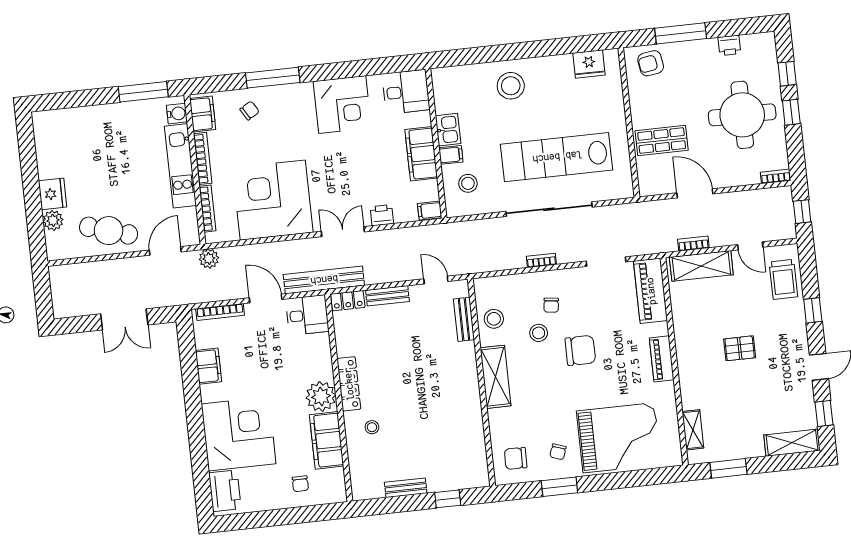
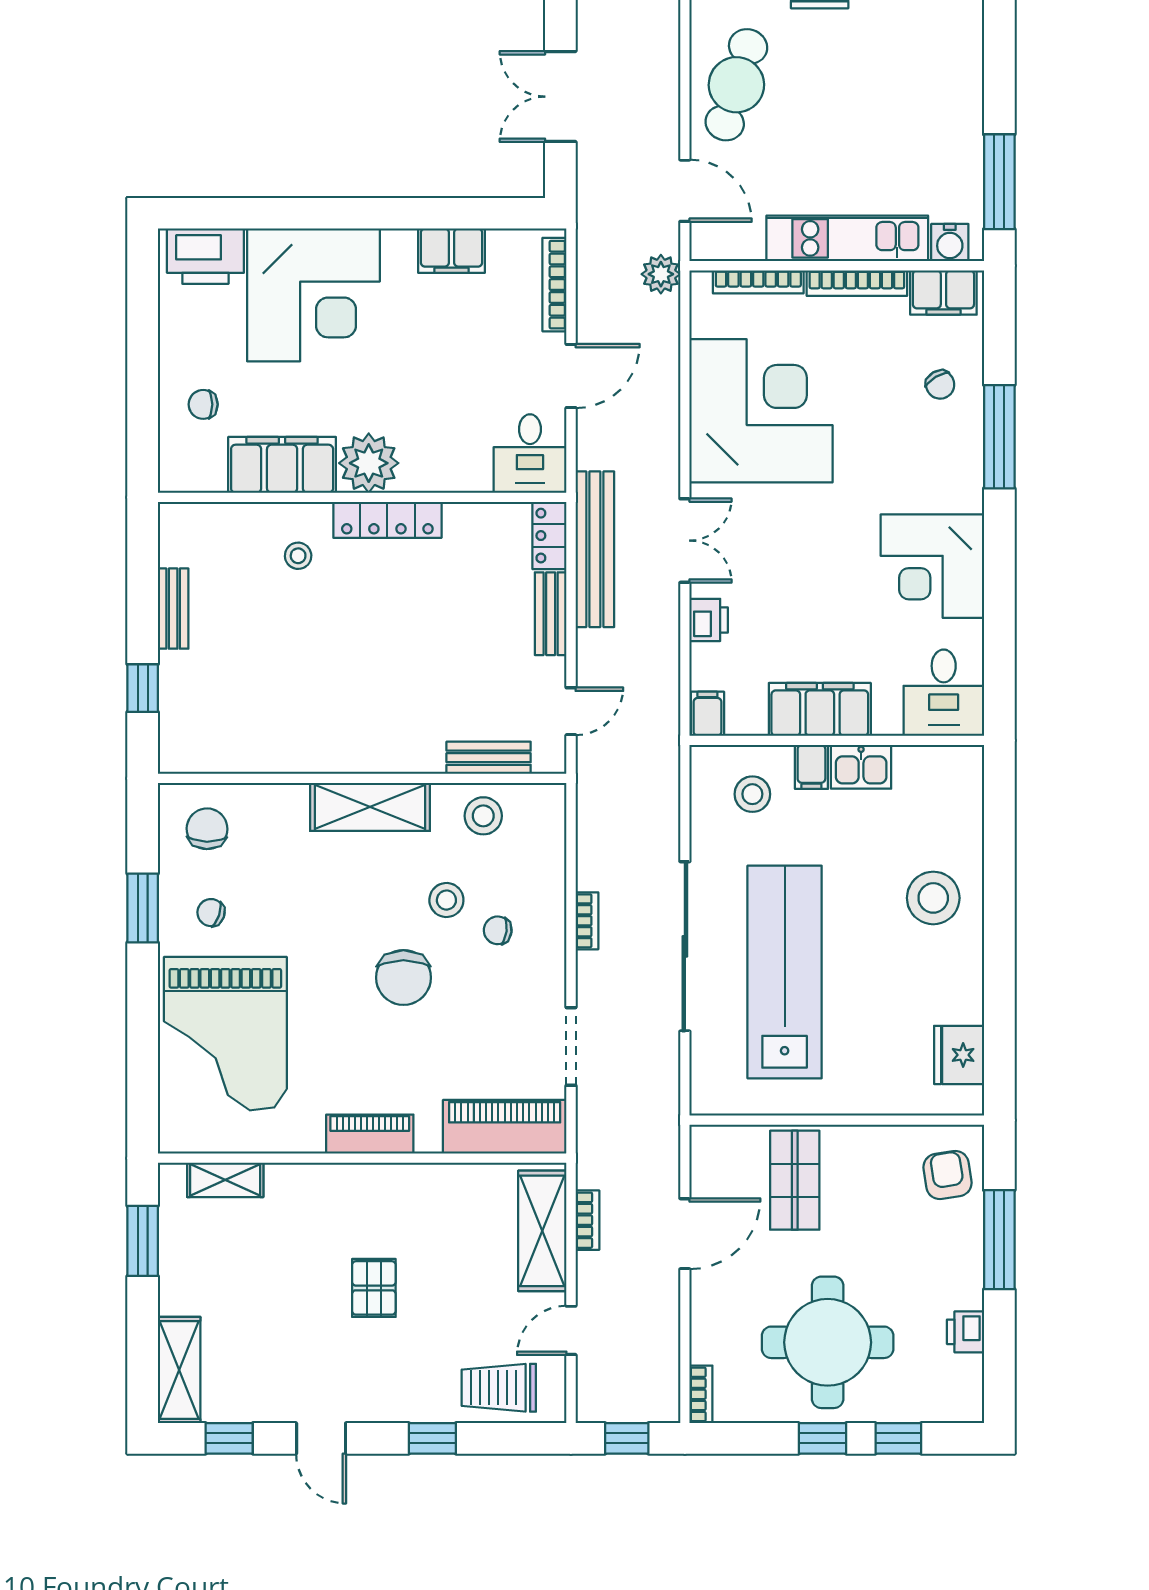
bench: (324, 280) -> (595, 549), moved

